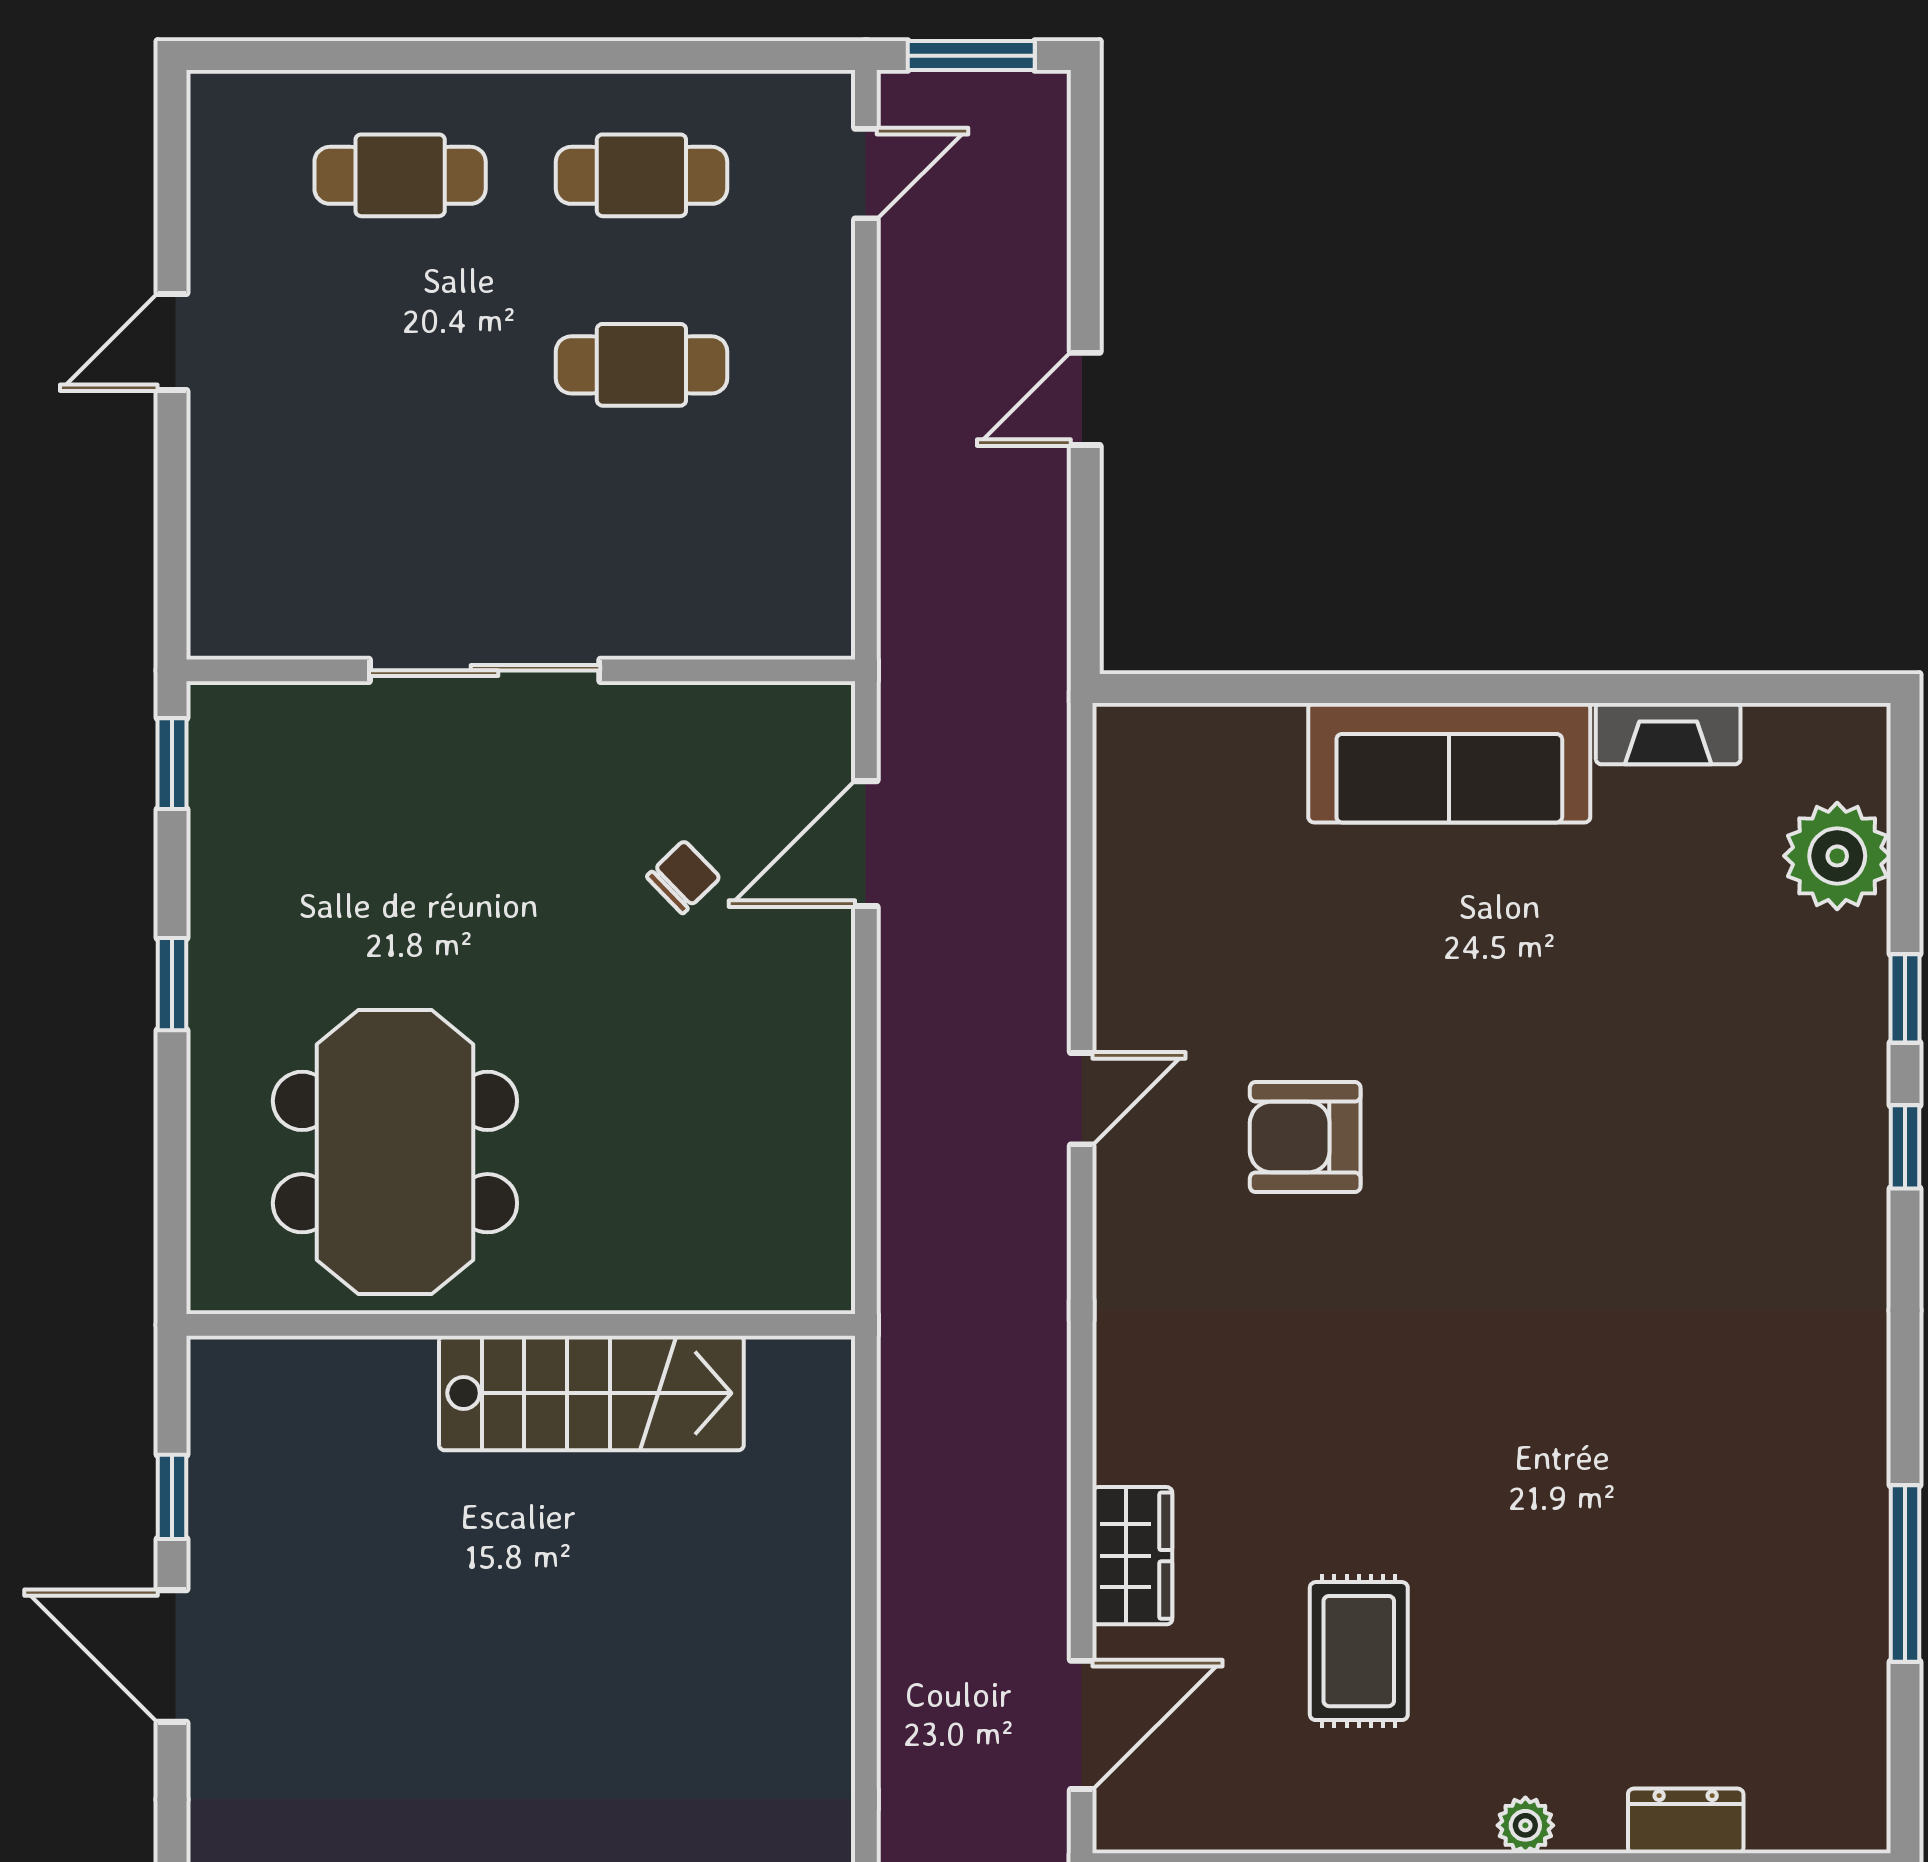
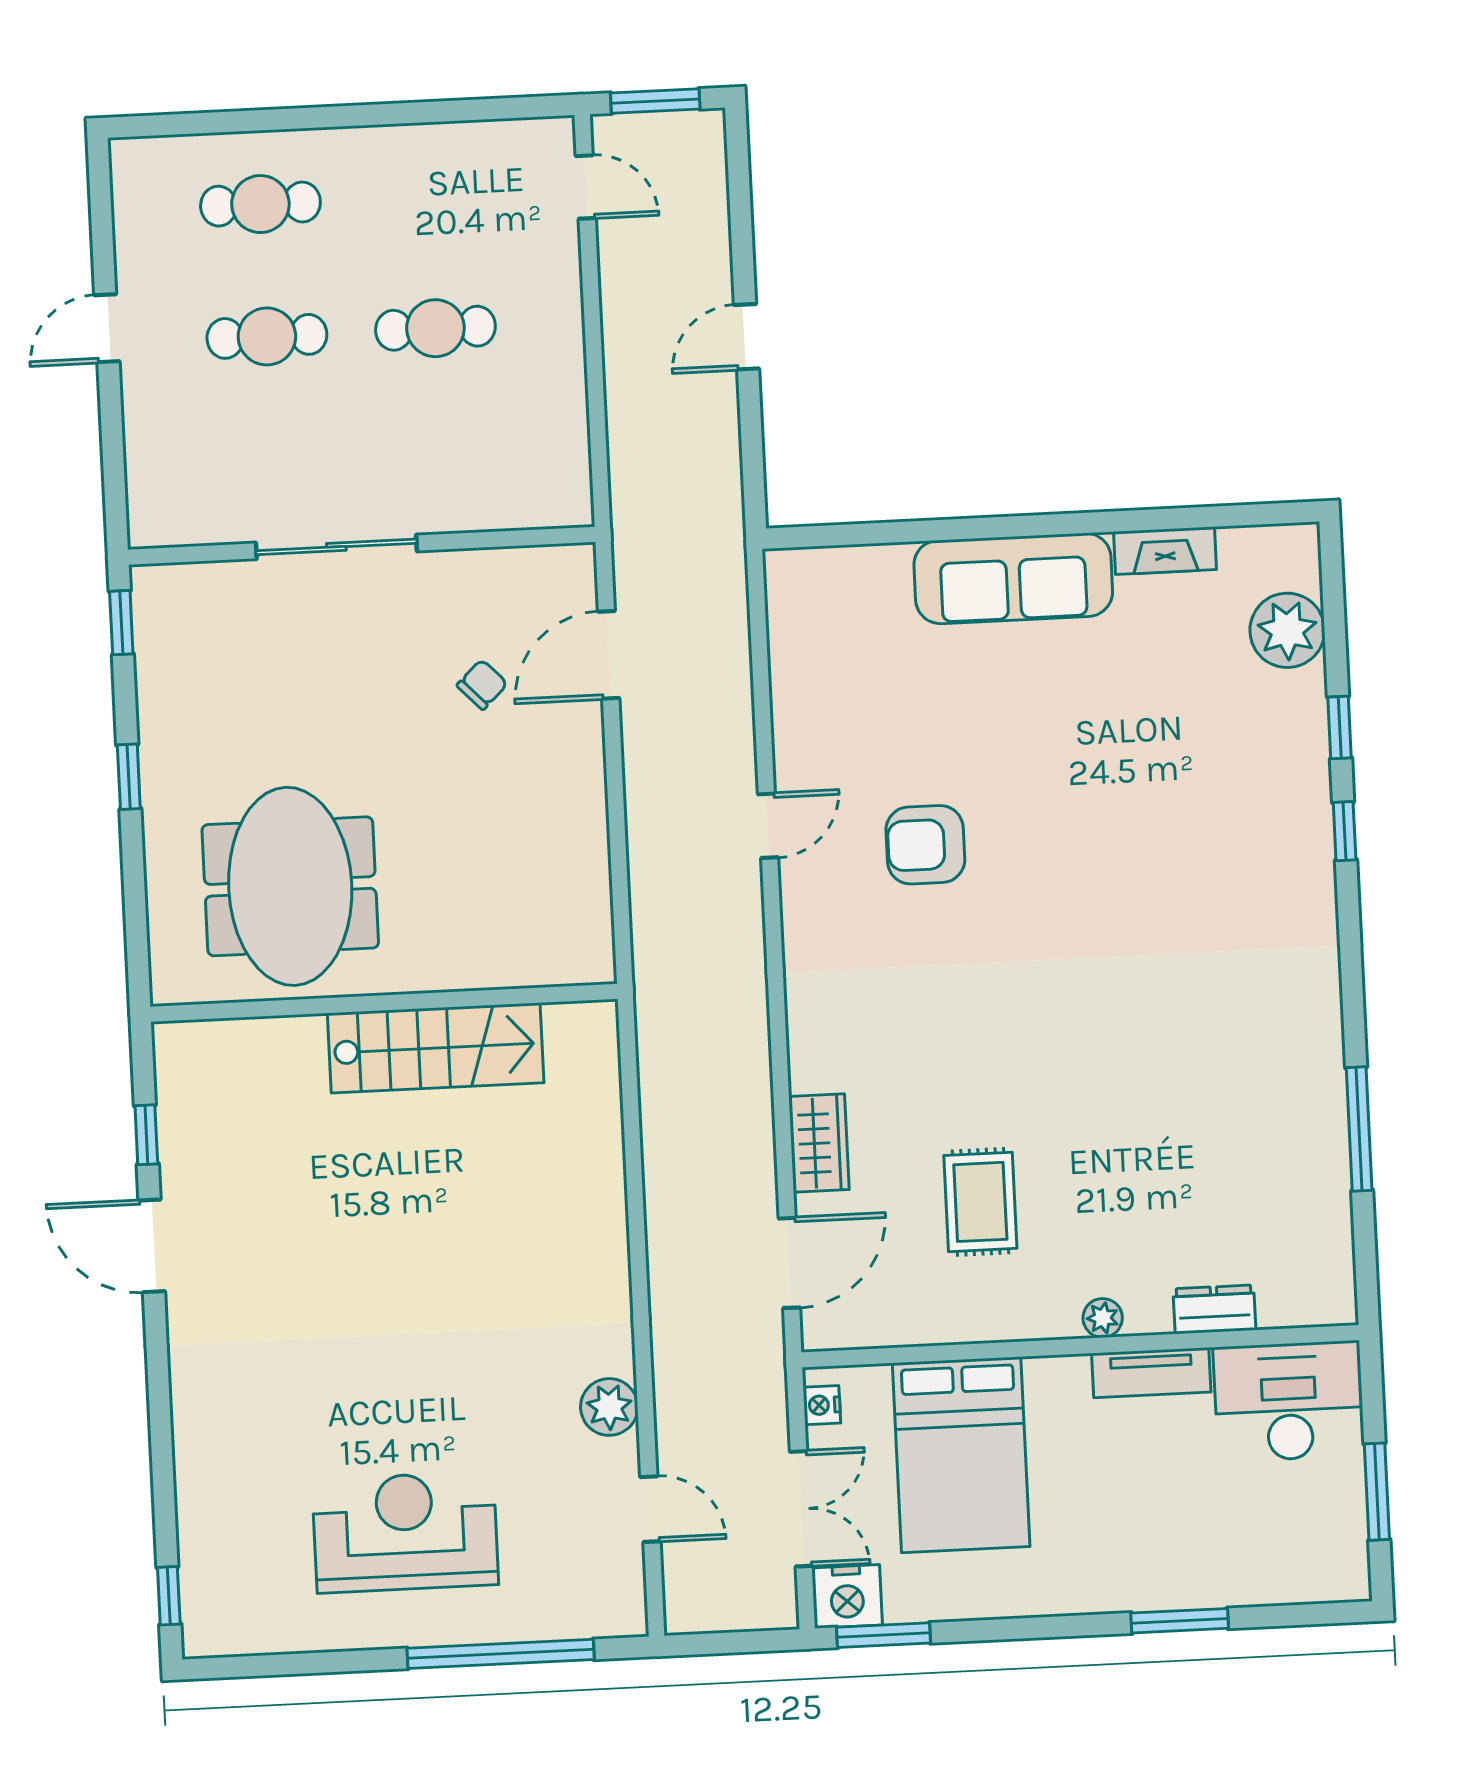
door: (866, 174) -> (586, 187), hinge flipped
cafe table: (641, 175) -> (267, 336), moved

